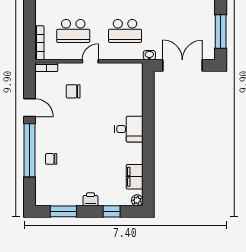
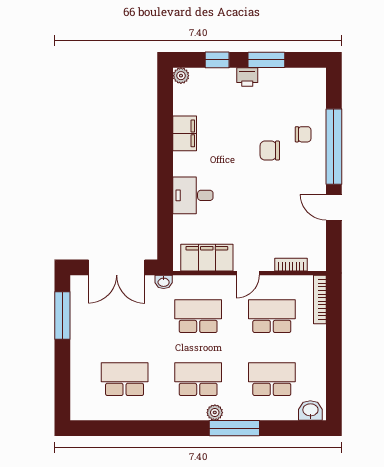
bookcase: (46, 67) -> (291, 265), moved
filing cabinet: (119, 72) -> (207, 258), added
chair: (73, 91) -> (270, 151), moved, turned 180
desk: (129, 129) -> (193, 195), moved
filing cabinet: (135, 177) -> (185, 133), moved
window: (63, 211) -> (266, 60), moved

